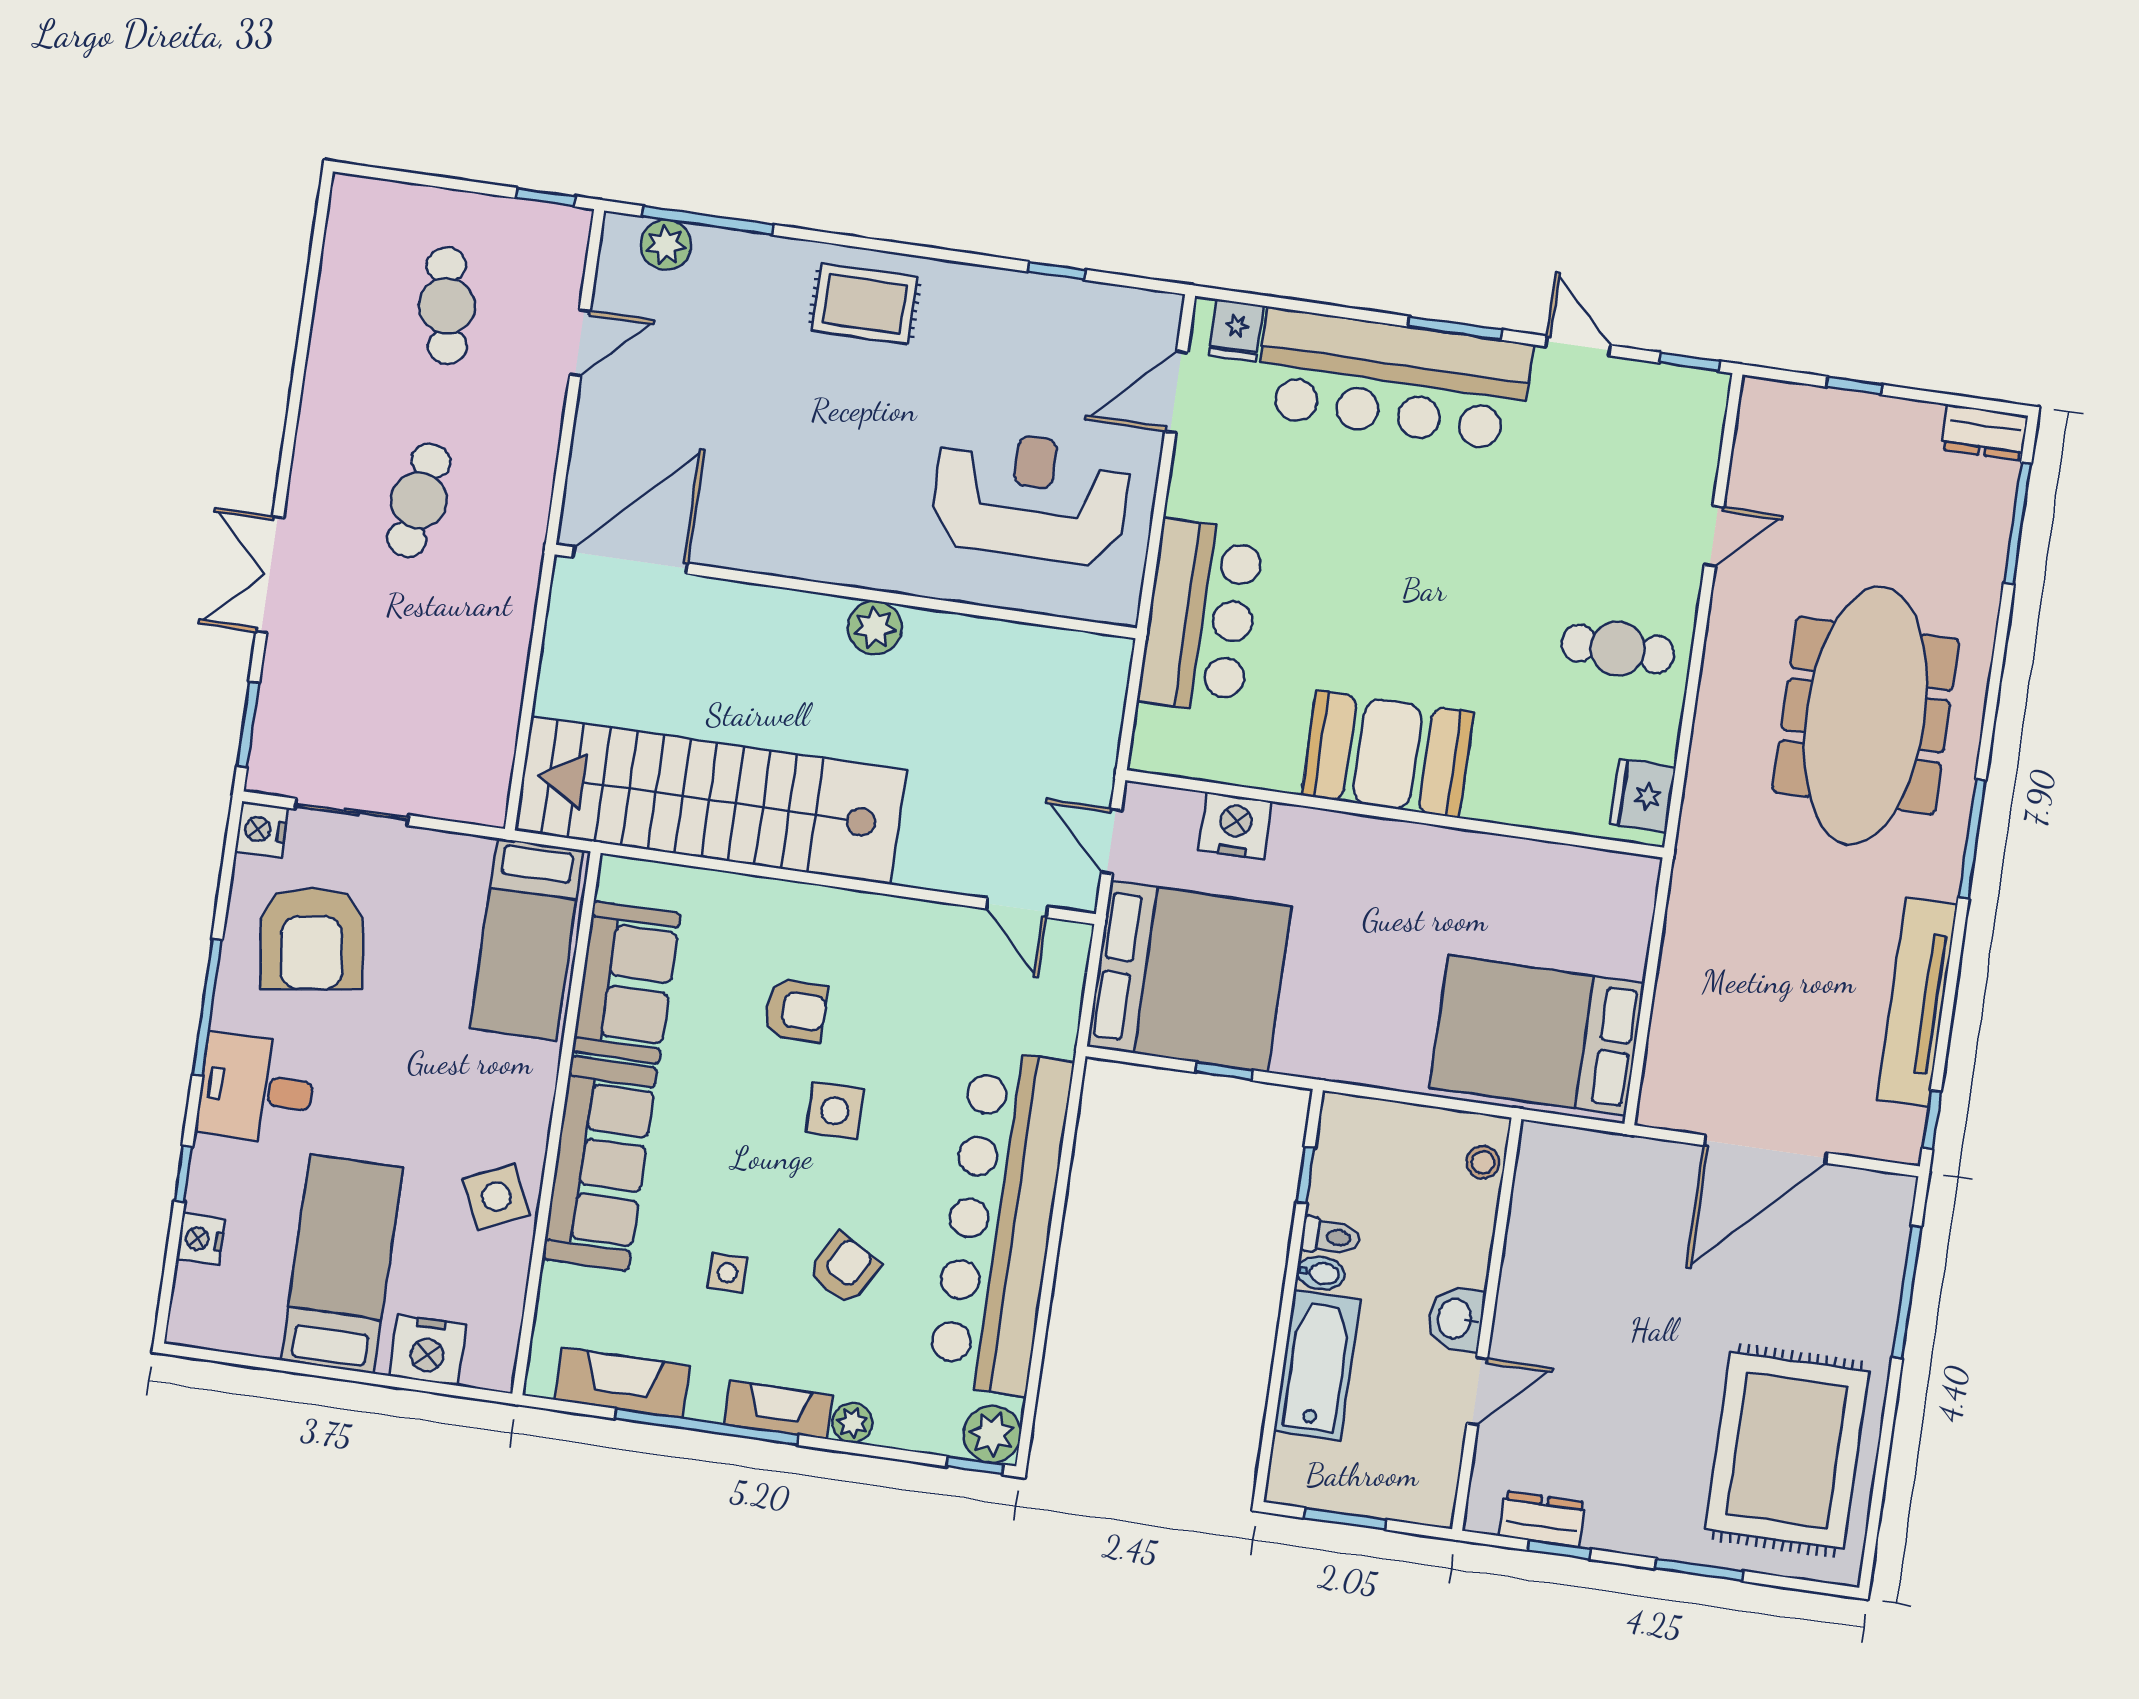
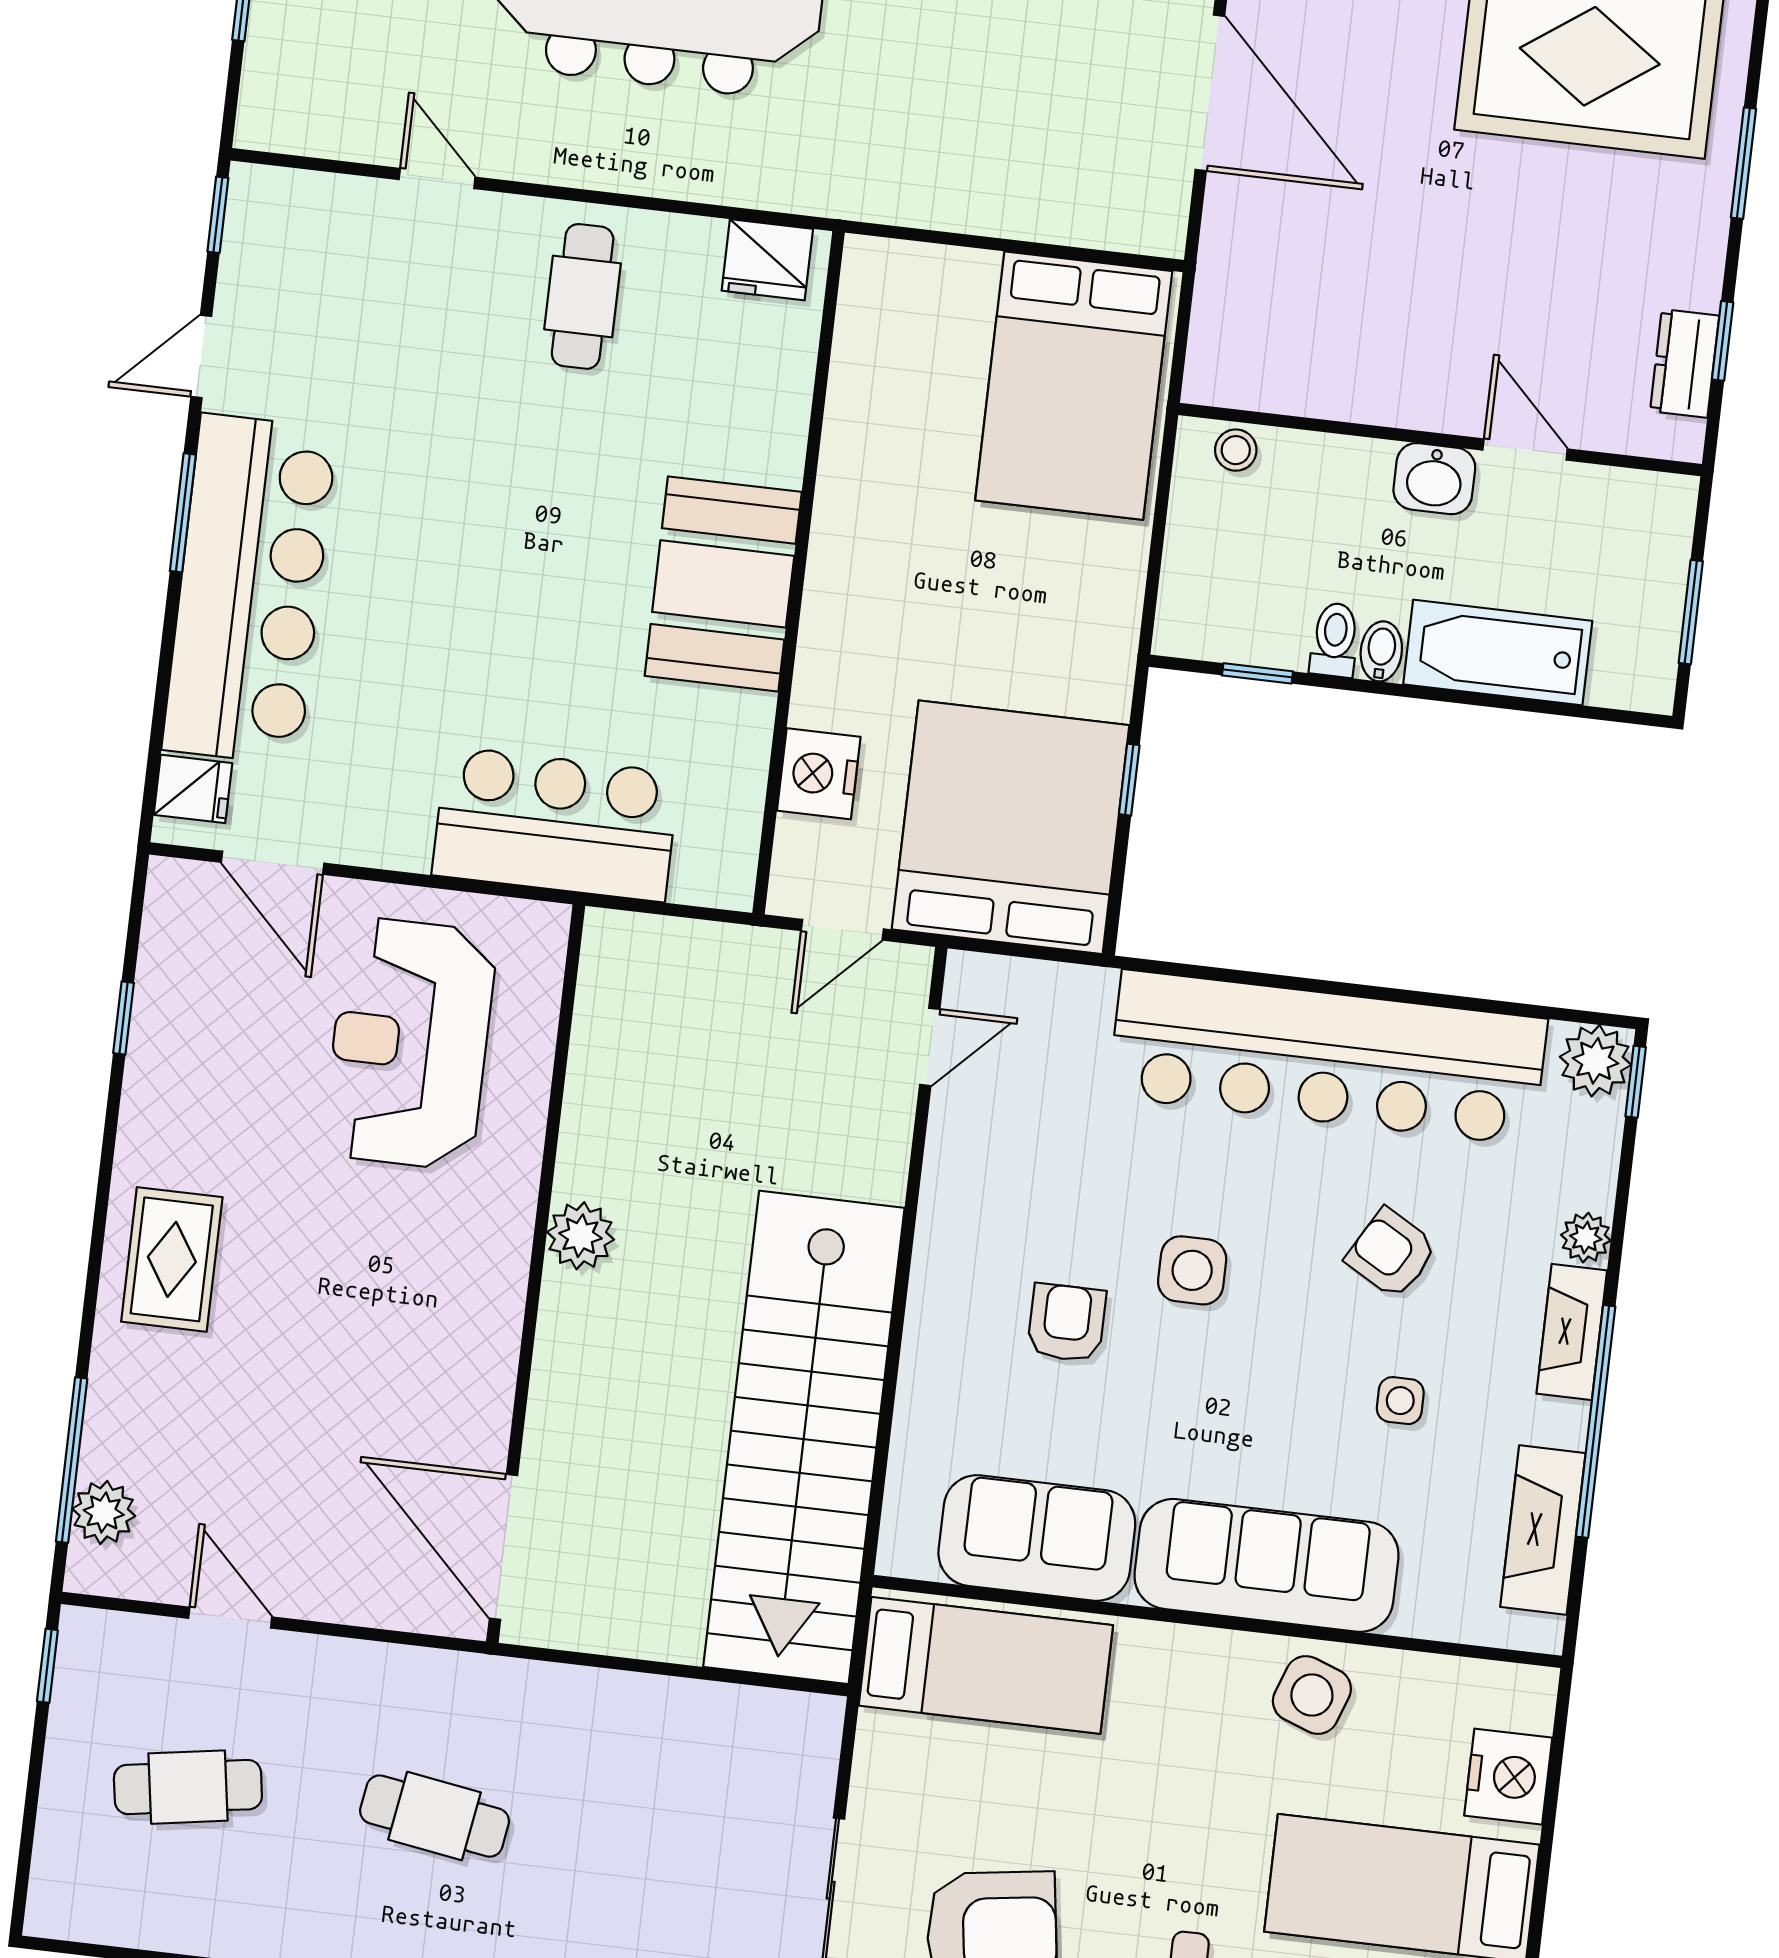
side table: (496, 1197) -> (1312, 1695), turned 45

